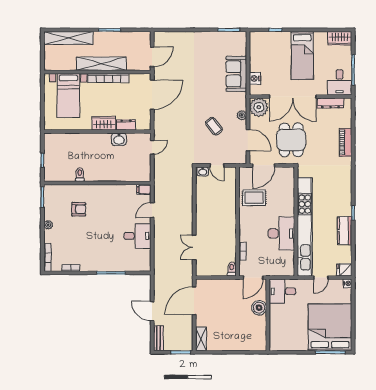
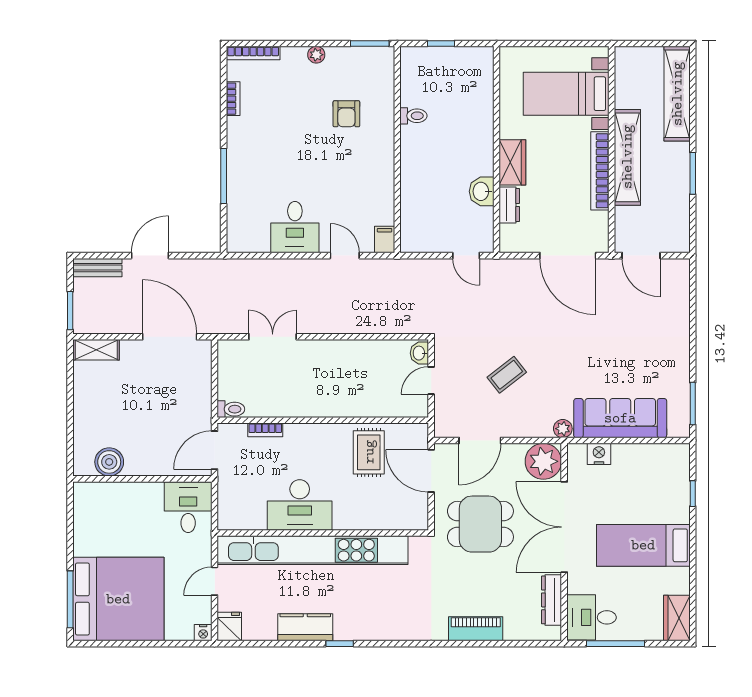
sofa: (236, 74) -> (620, 418), width x1.36
plant: (242, 115) -> (563, 429), moved
door: (253, 278) -> (215, 450), hinge flipped
door: (321, 278) -> (215, 581), hinge flipped
boiler: (259, 308) -> (109, 462), moved

